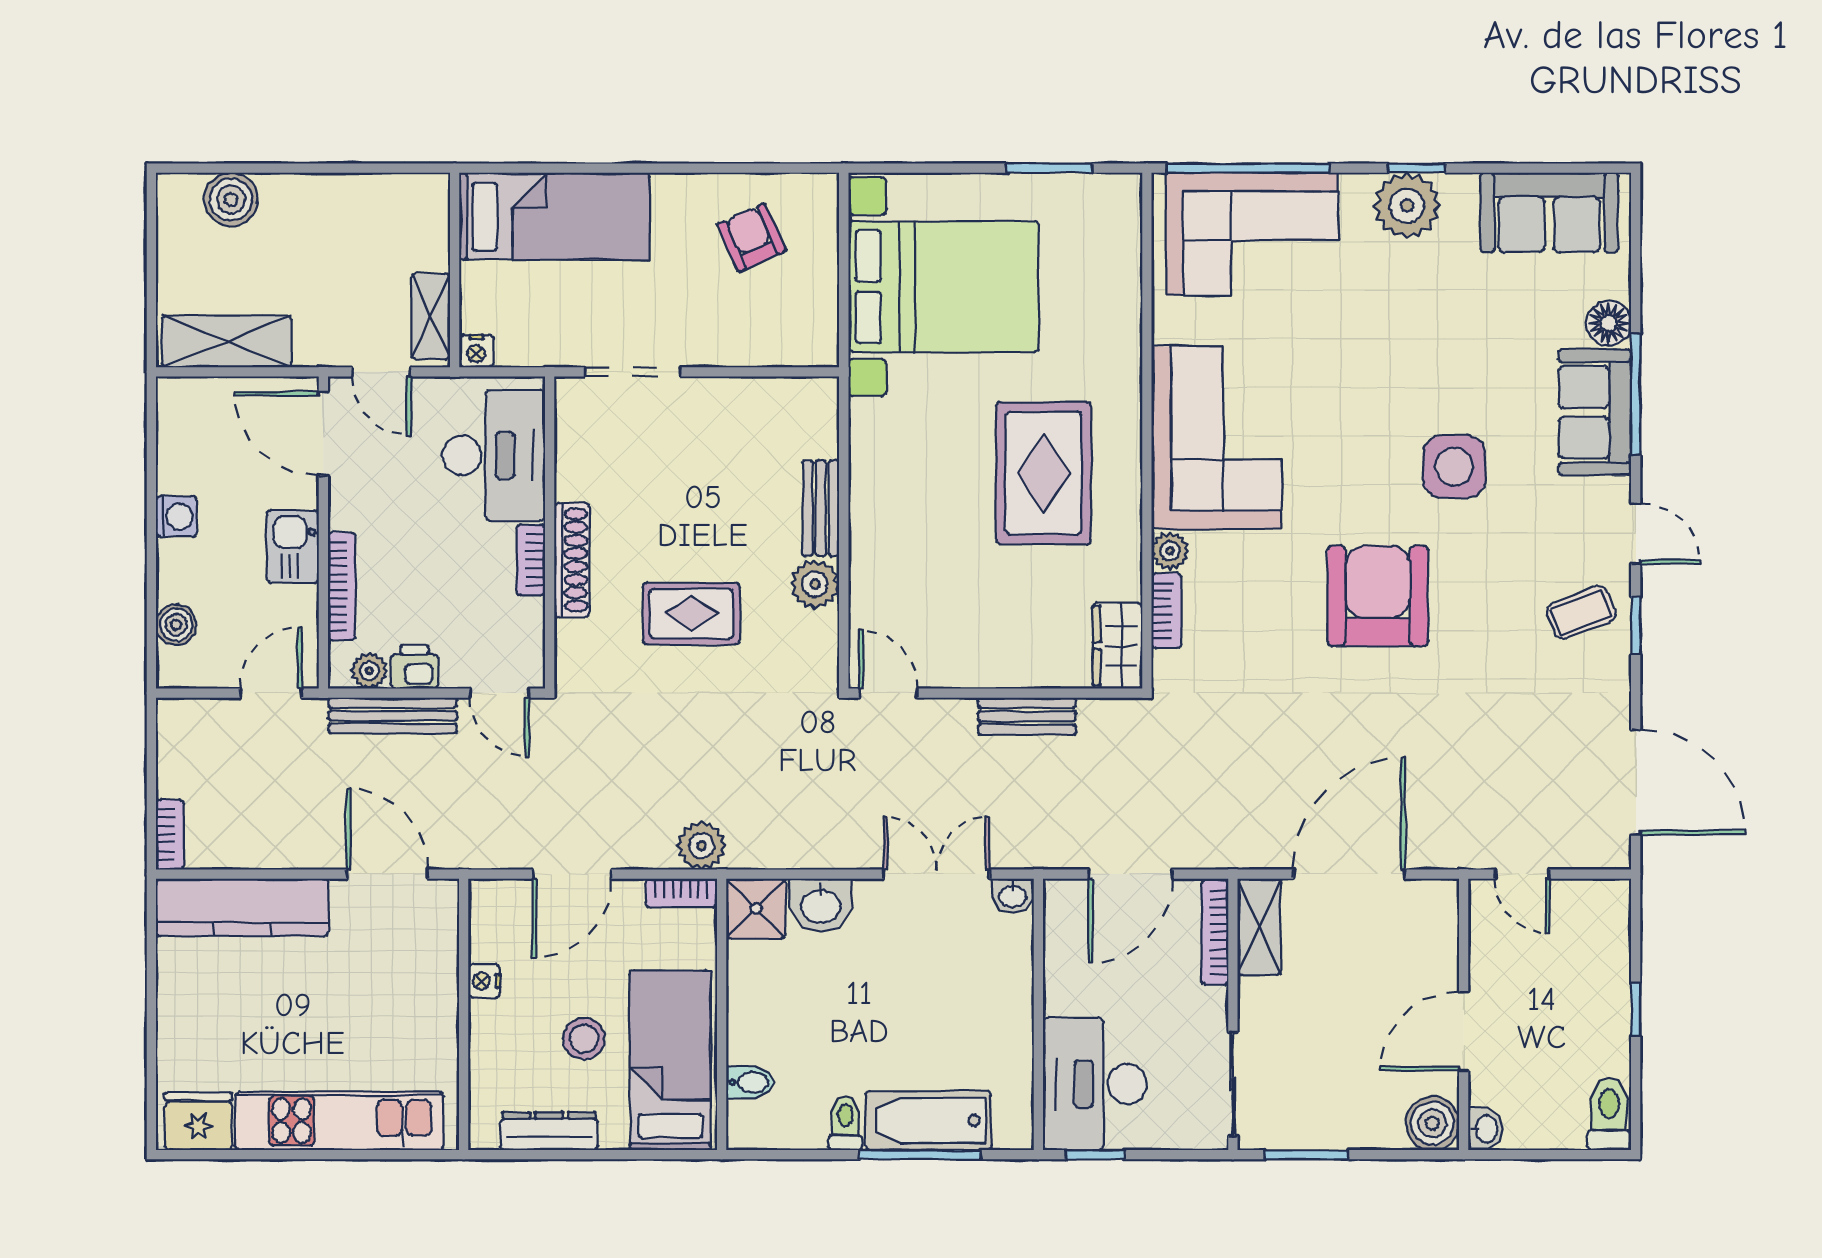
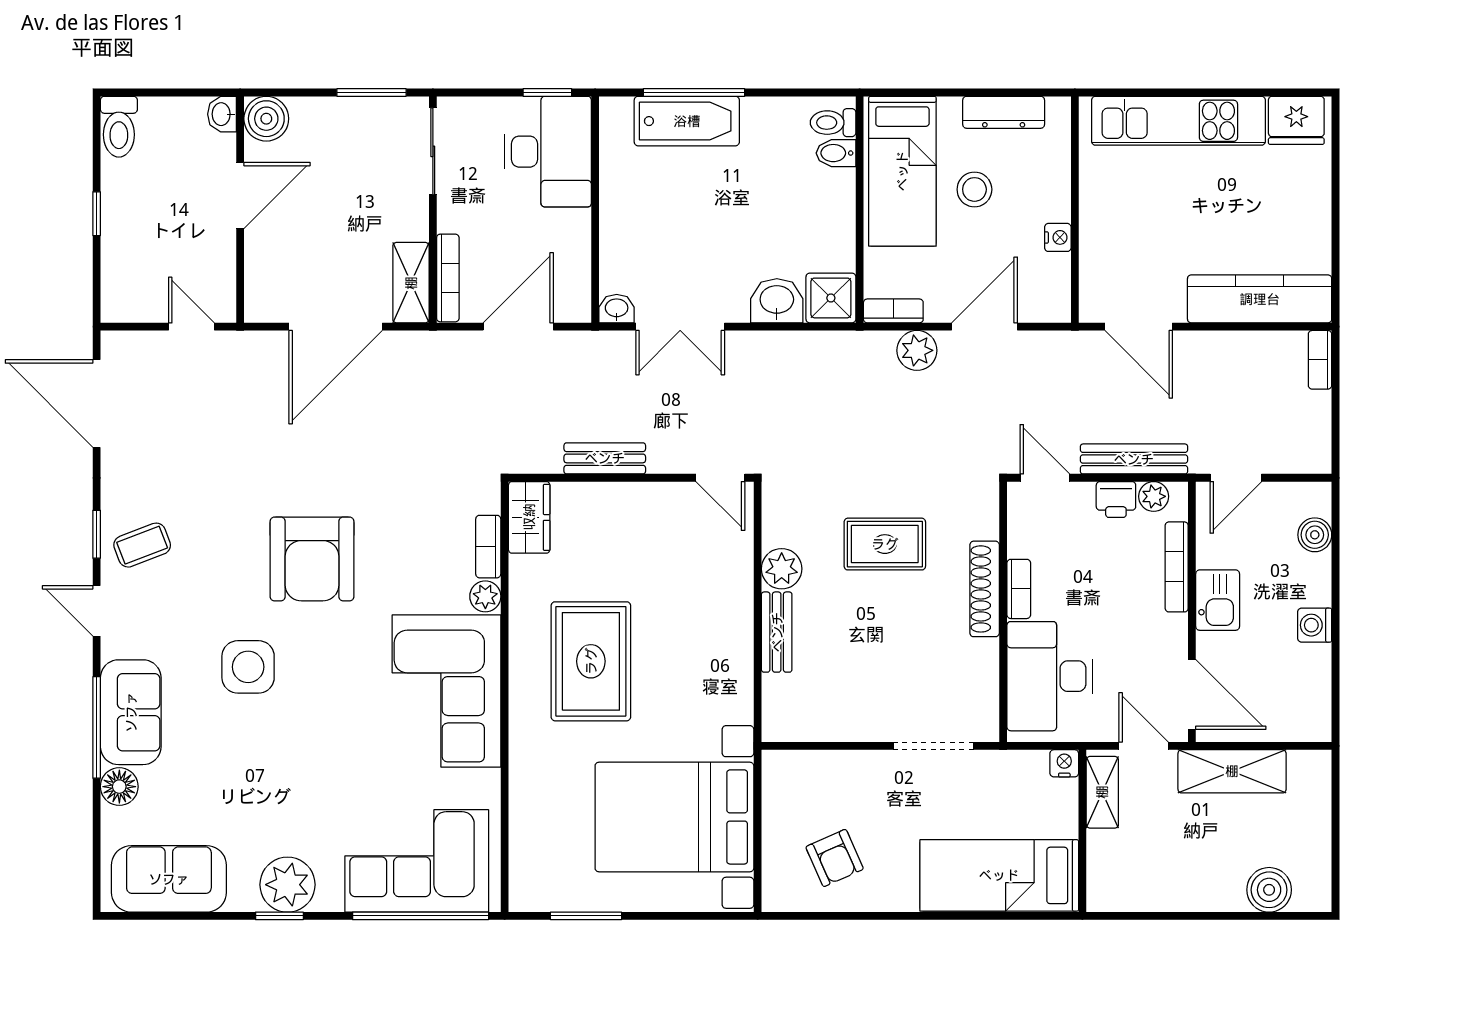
shelving: (227, 341) -> (1232, 771), moved
plant: (701, 846) -> (917, 350), moved
toilet: (845, 1123) -> (833, 123), moved, turned 90

